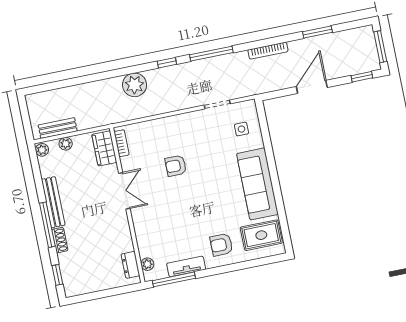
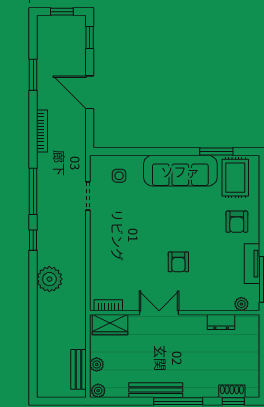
window: (380, 47) -> (62, 12), width x0.67
armchair: (176, 166) -> (178, 262), moved
window: (282, 213) -> (216, 151), added
shoe rack: (60, 240) -> (232, 391), moved
dresser: (130, 265) -> (221, 322), moved

